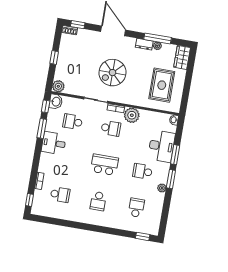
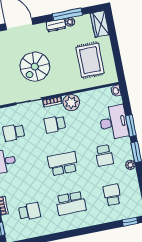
school desk: (111, 128) -> (55, 124), turned 180
school desk: (143, 171) -> (104, 155), turned -90
school desk: (98, 201) -> (71, 203), width x1.85

